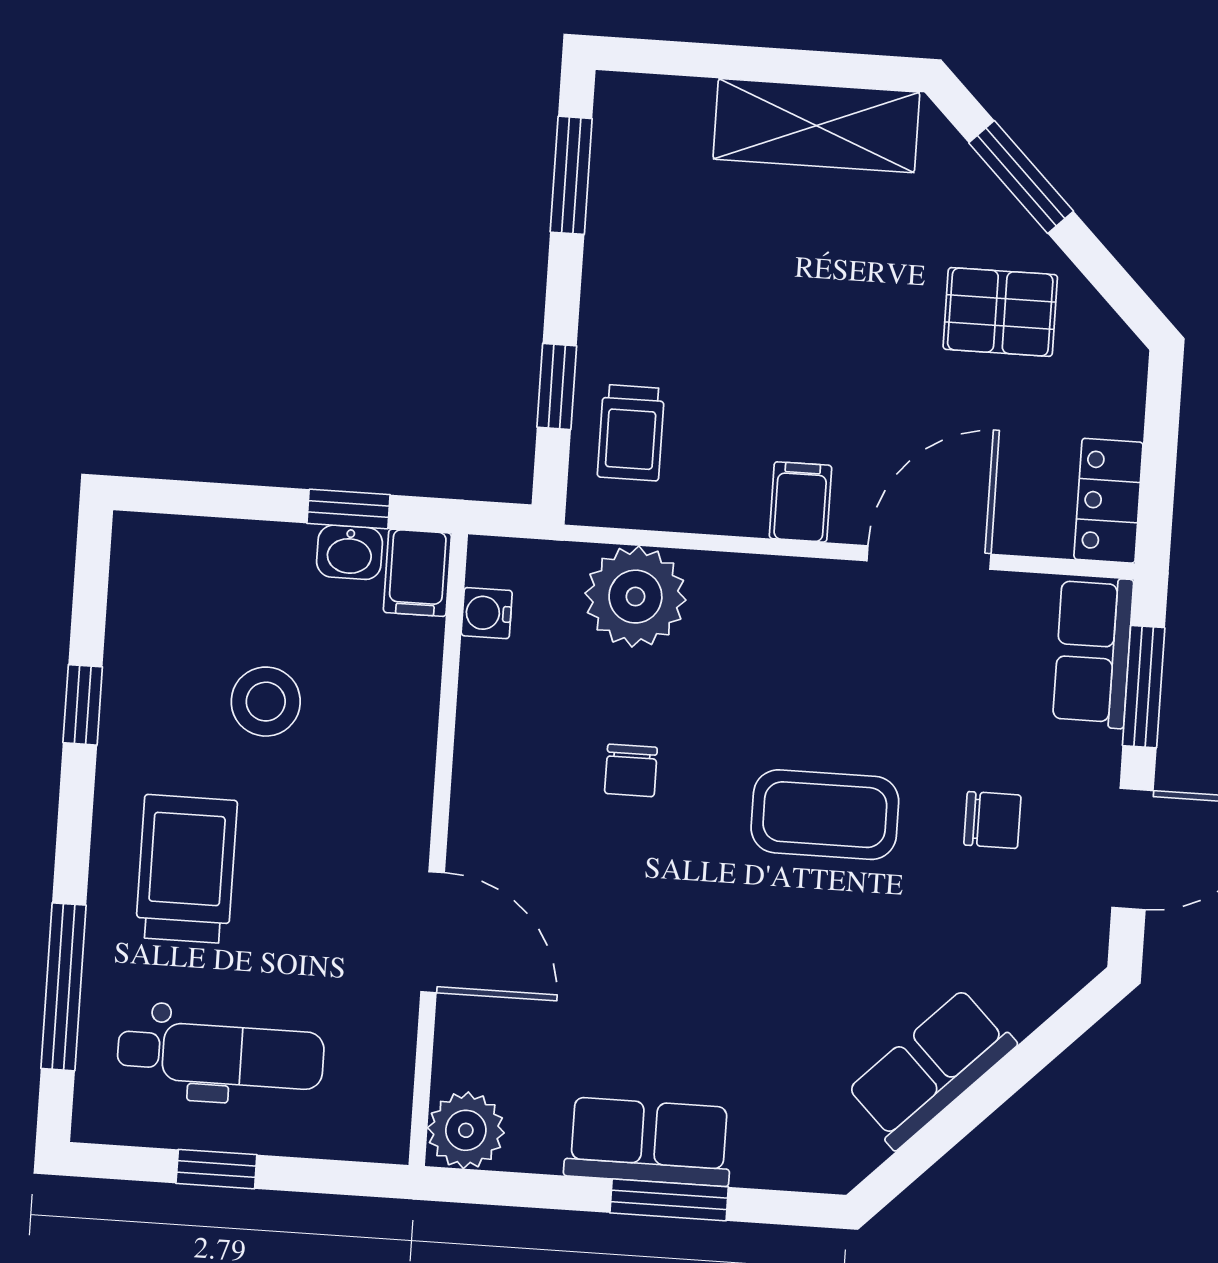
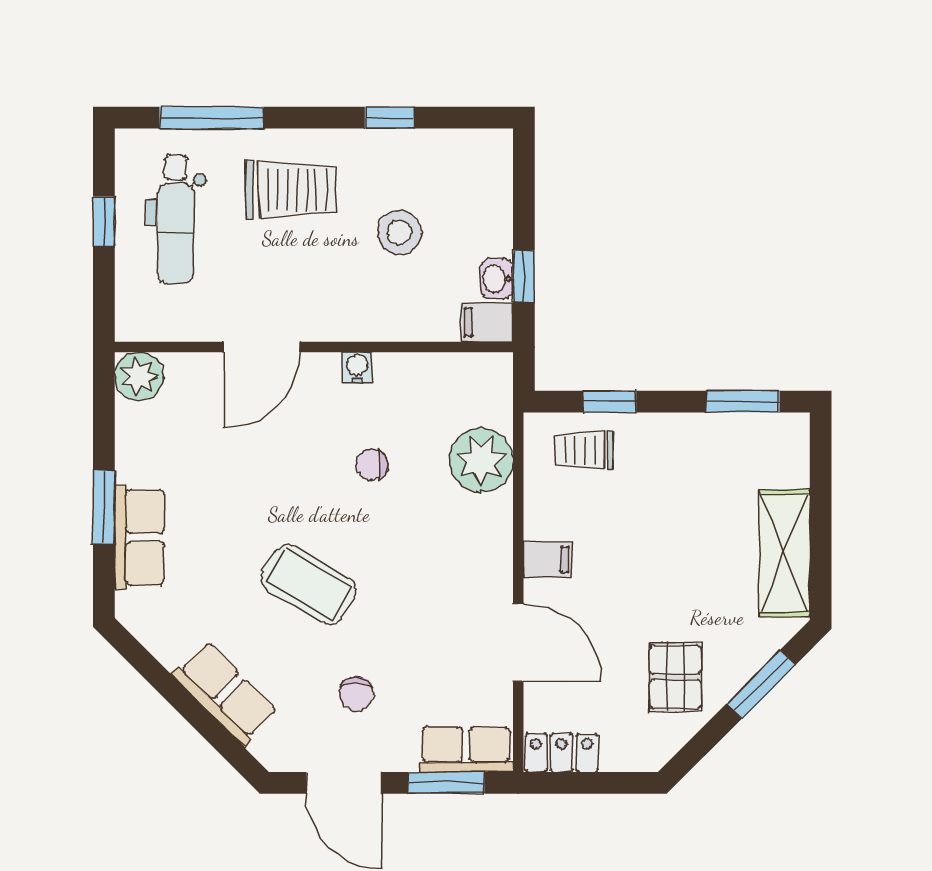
water cooler: (487, 613) -> (357, 367), moved
coffee table: (825, 815) -> (309, 584), moved, turned -60
row of seats: (931, 1069) -> (225, 693), moved
row of seats: (649, 1142) -> (140, 537), moved

